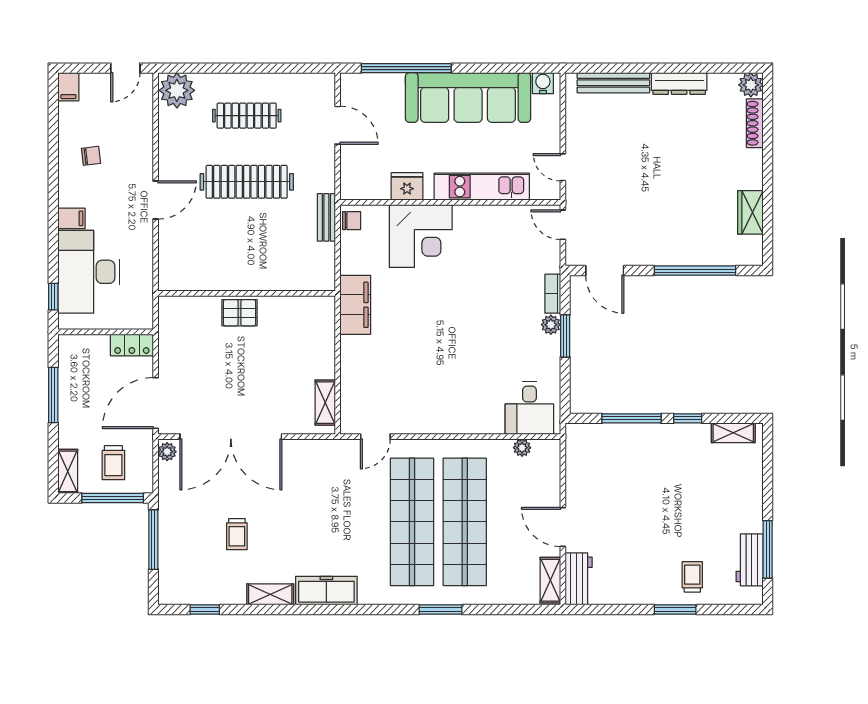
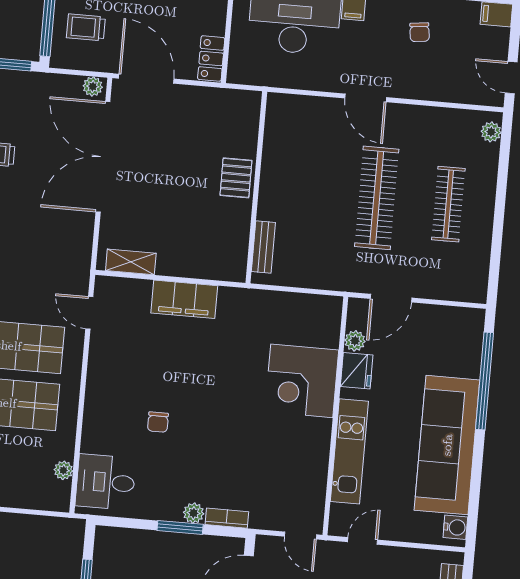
plant: (177, 90) -> (491, 132), width x0.53, depth x0.53
door: (338, 125) -> (391, 298), moved
plant: (380, 190) -> (355, 341), added
bench: (326, 217) -> (263, 247), moved, turned 90
chair: (352, 221) -> (158, 422), moved
door: (563, 225) -> (300, 535), swing flipped
filing cabinet: (355, 305) -> (184, 299), moved

